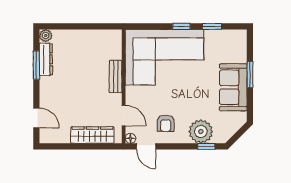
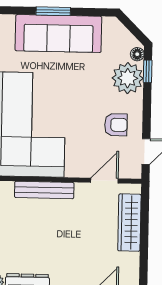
bench: (116, 77) -> (44, 190), width x1.36
sofa: (233, 87) -> (58, 34), width x1.36
floor lamp: (130, 138) -> (137, 54), moved

